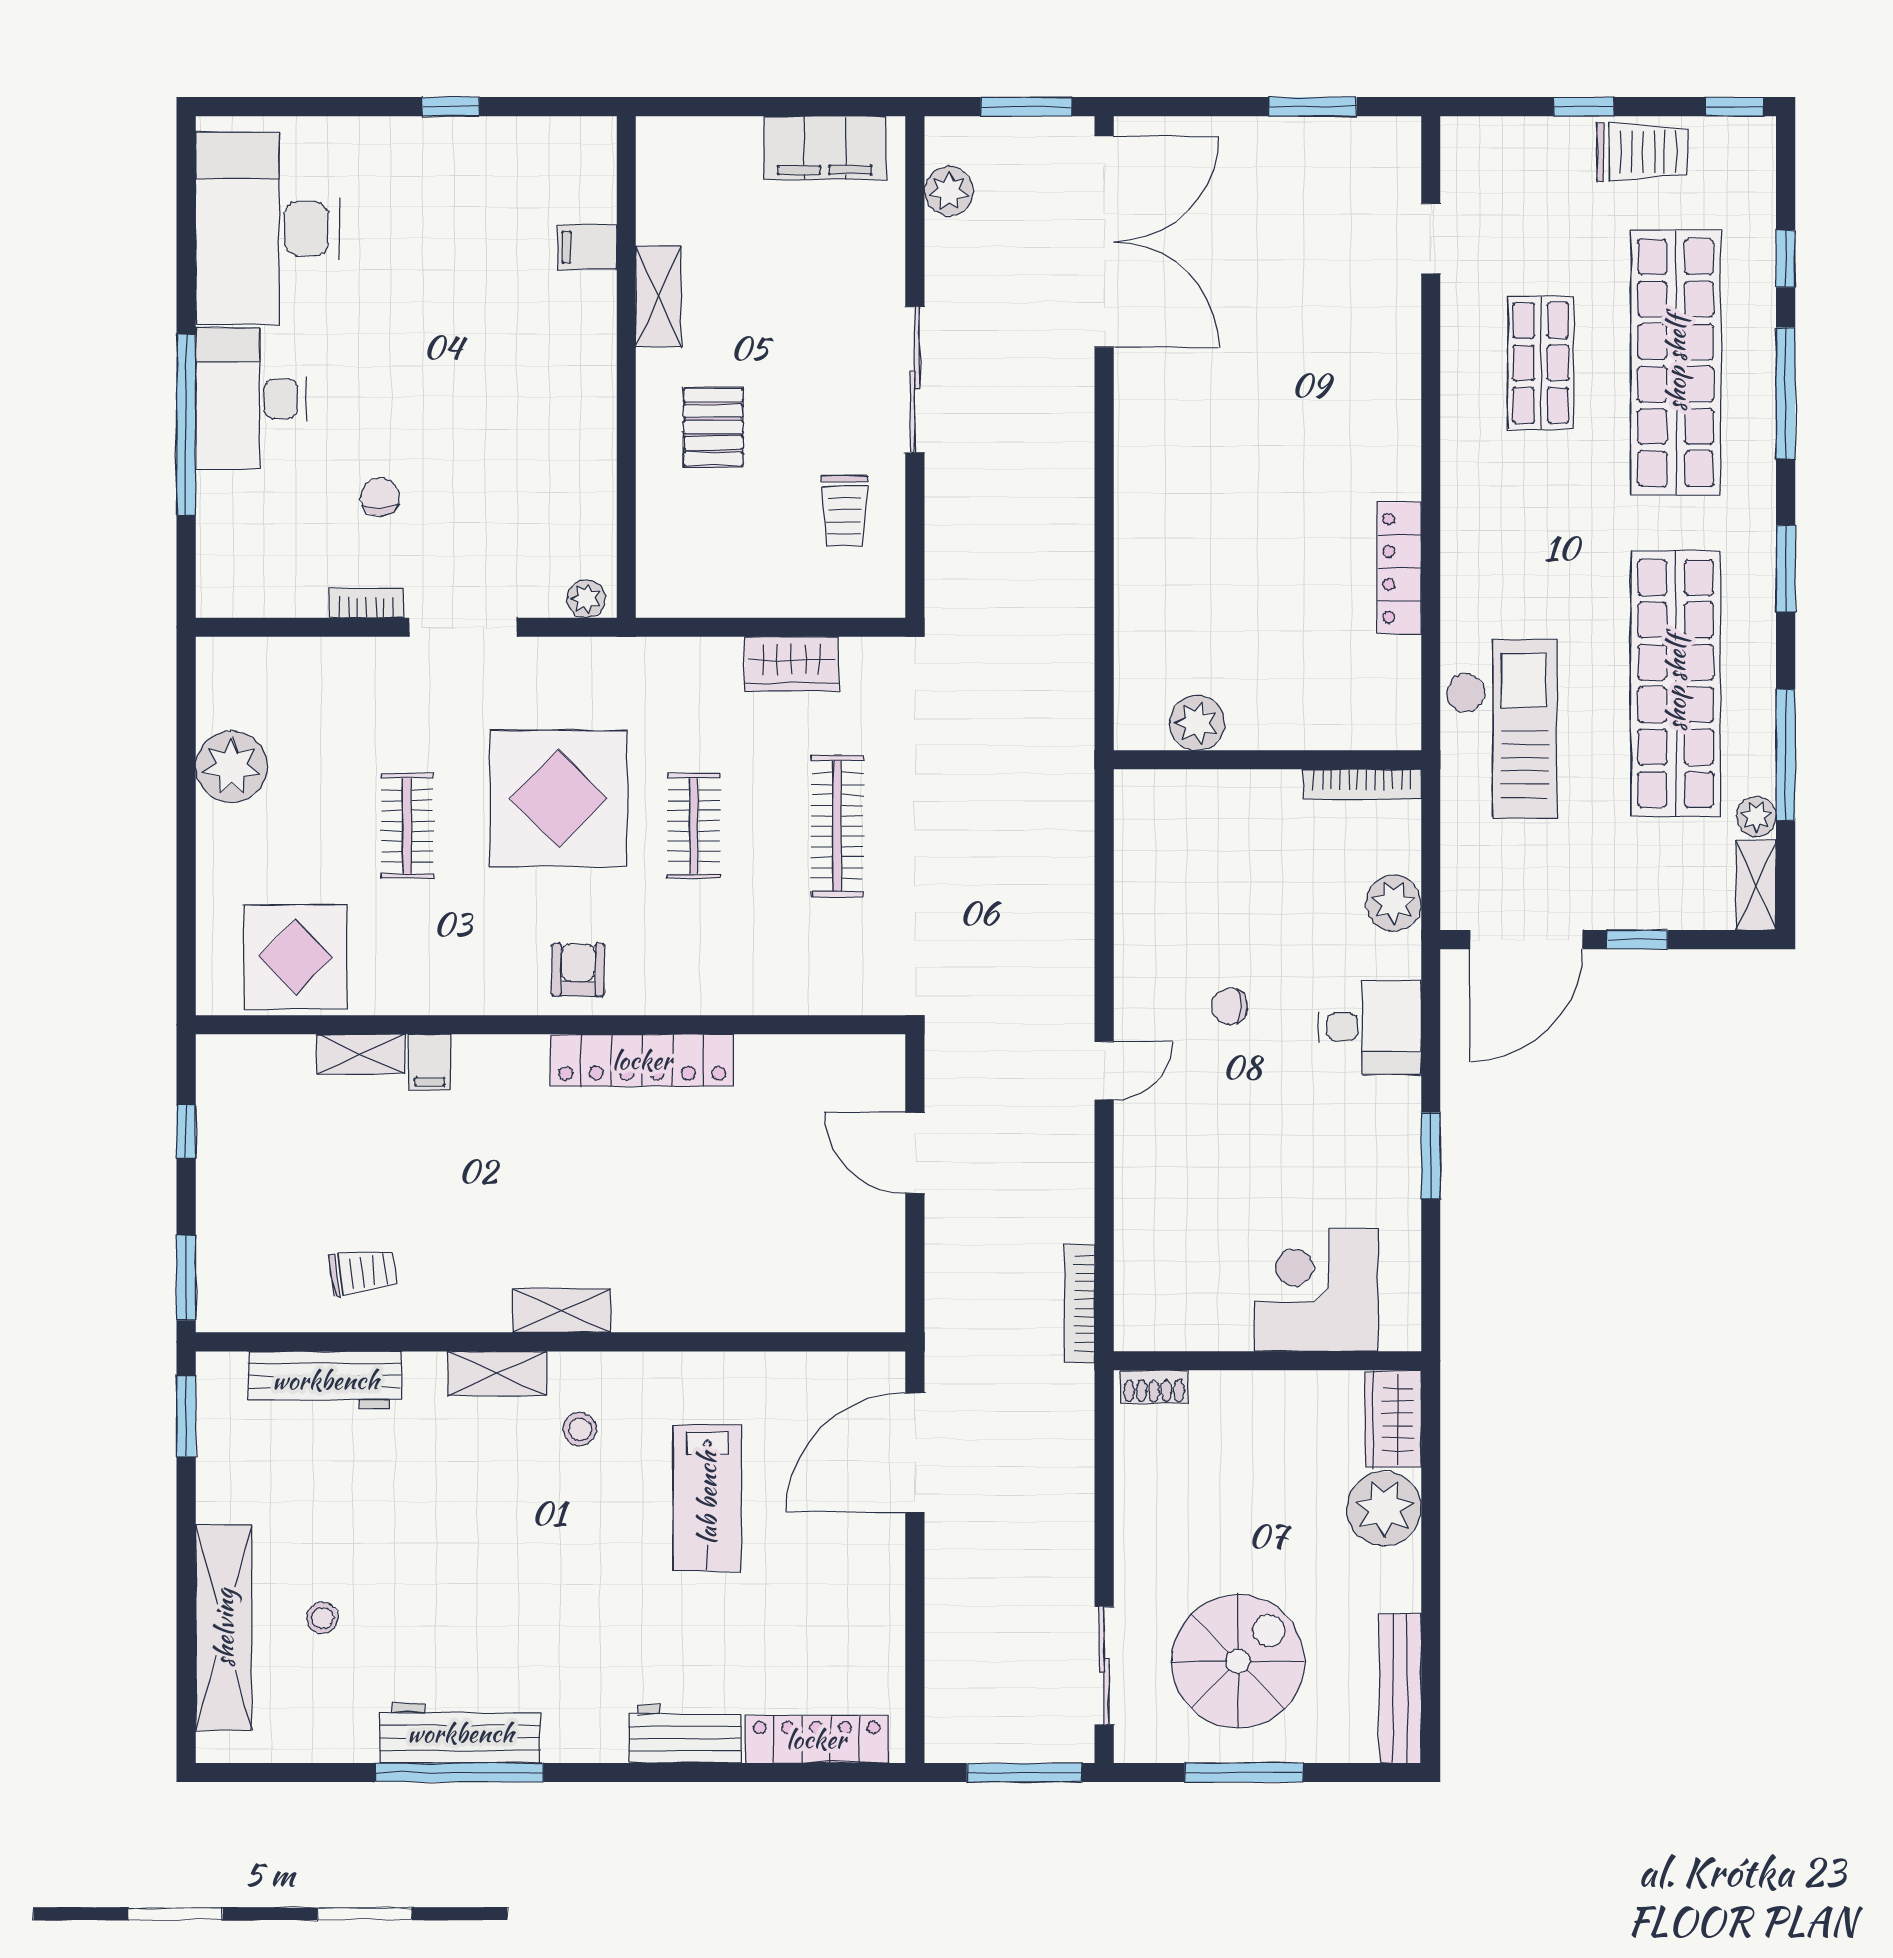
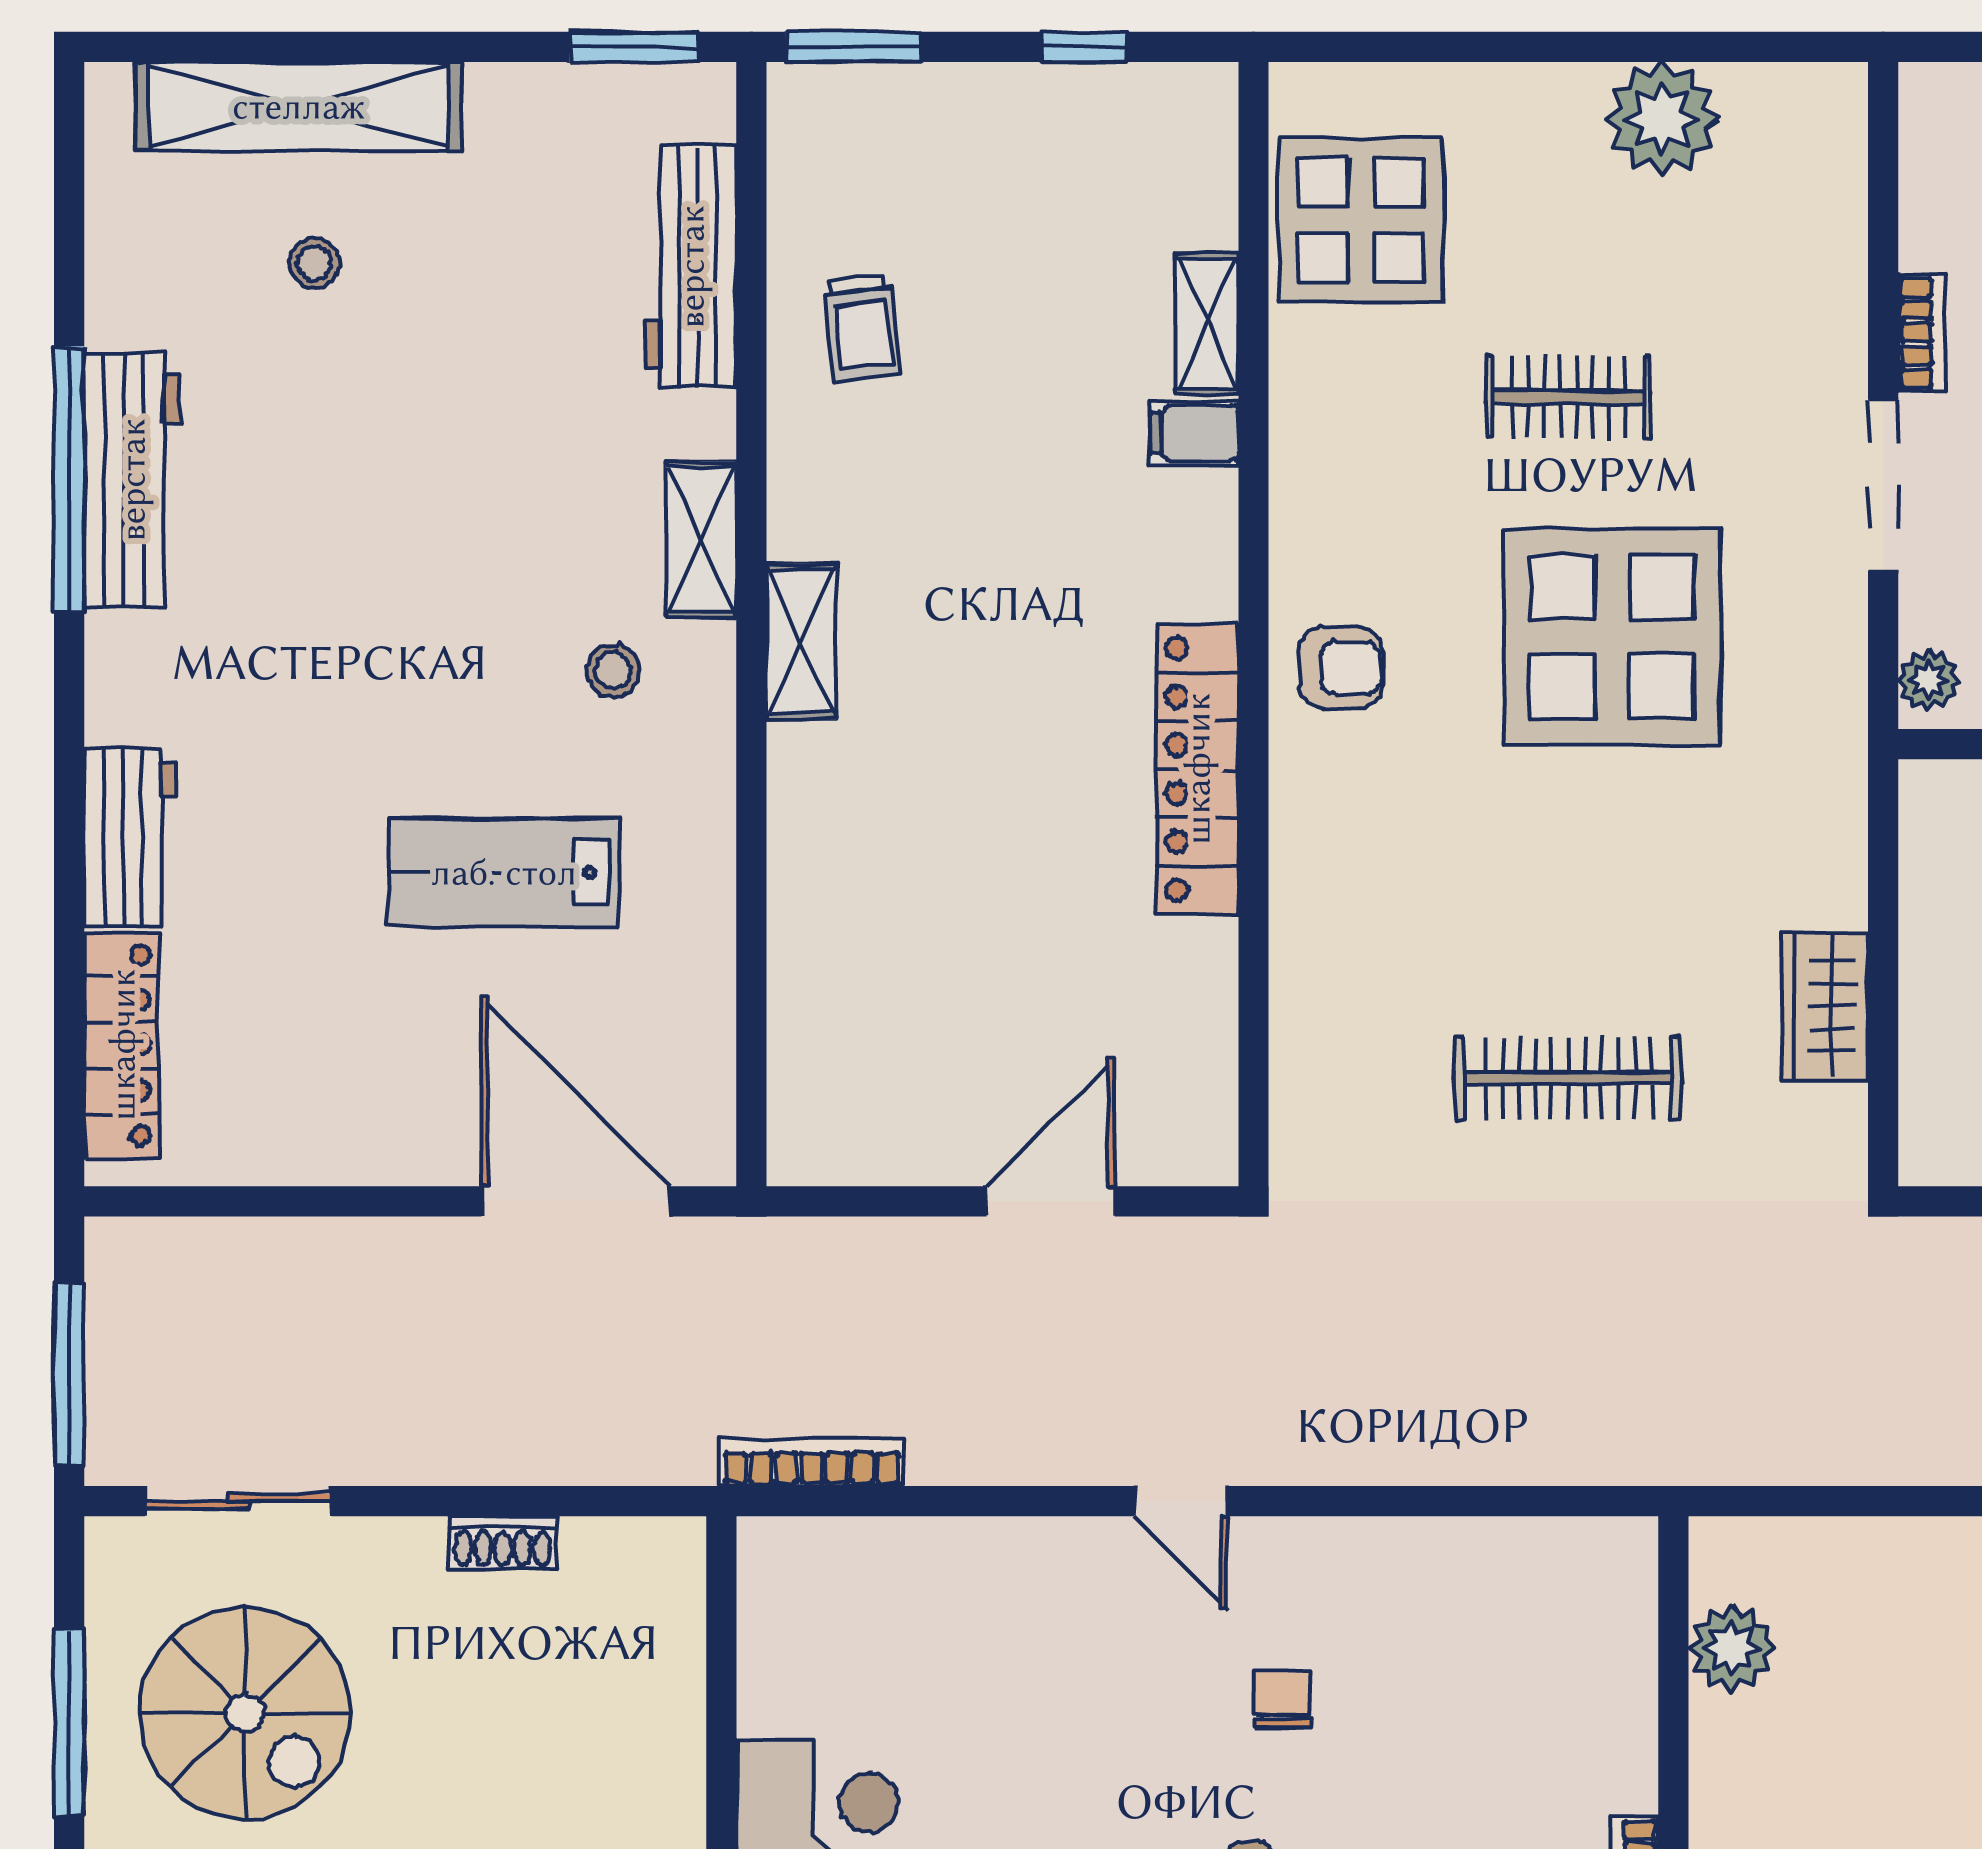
clothes rail: (694, 826) -> (1568, 851), removed
shoe rack: (1154, 1387) -> (503, 1542), moved, turned -90

